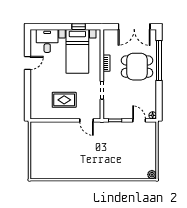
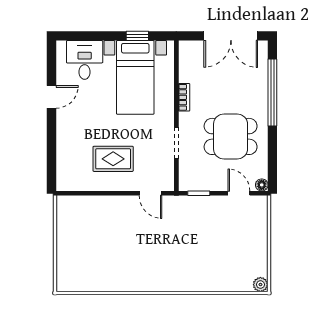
dining table: (137, 67) -> (231, 136), moved

